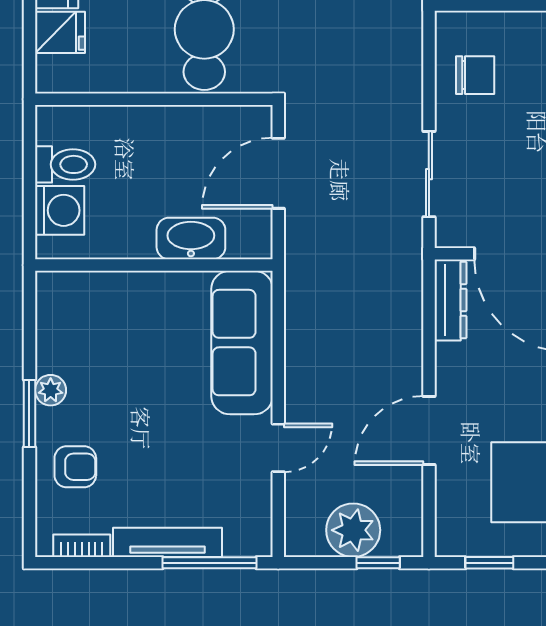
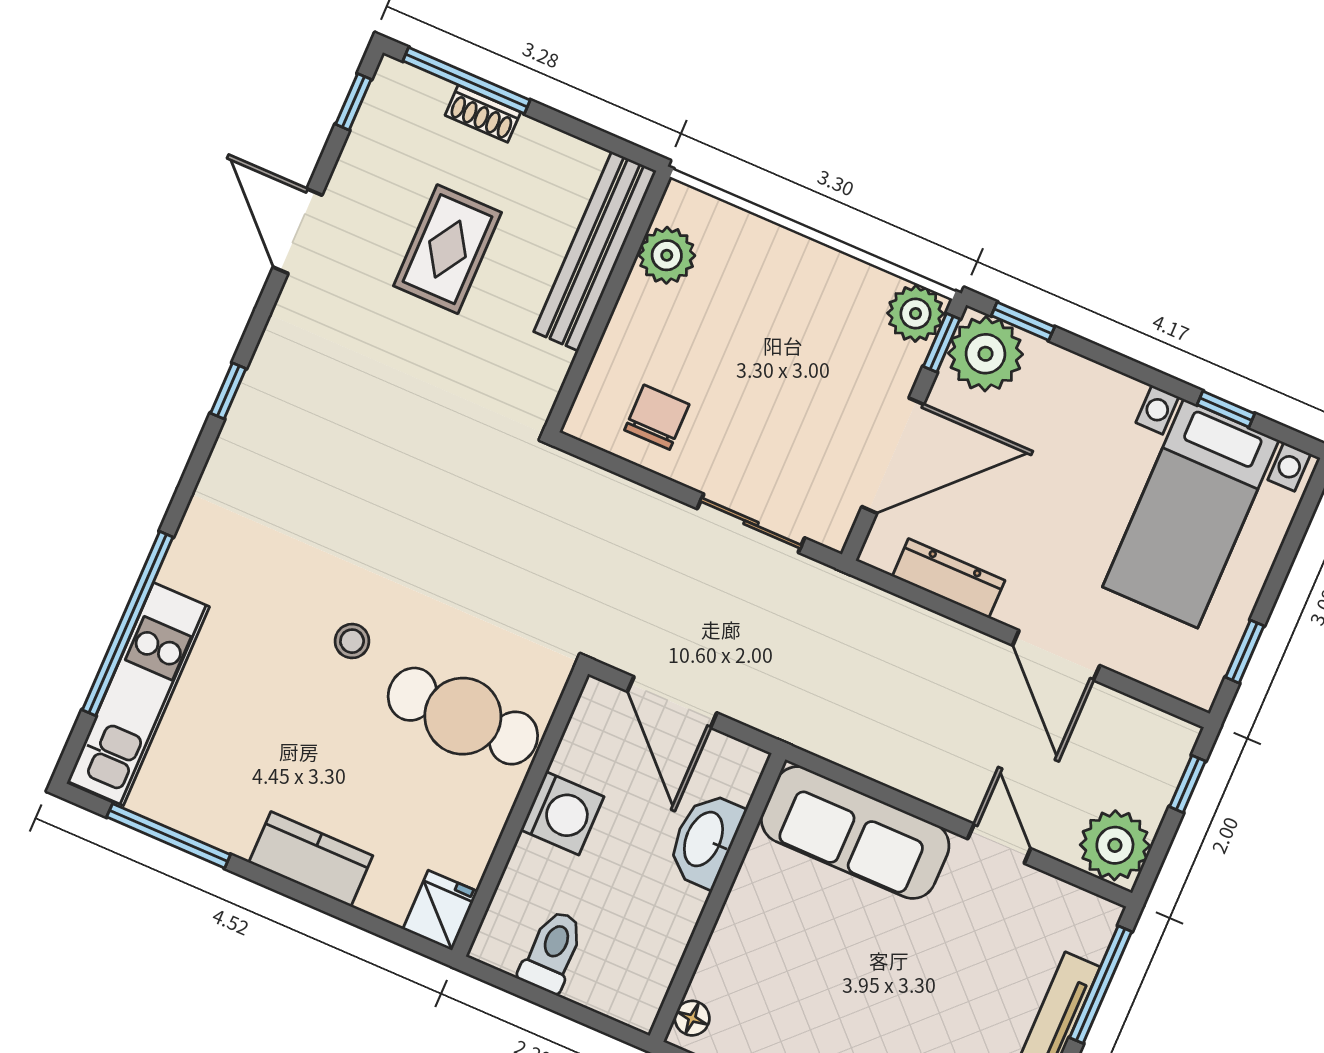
fridge: (60, 32) -> (440, 910), moved
washing machine: (60, 210) -> (562, 813), moved, turned 90
floor lamp: (61, 284) -> (692, 1018), added
dresser: (450, 300) -> (949, 578), moved
plant: (353, 530) -> (1115, 845), moved

